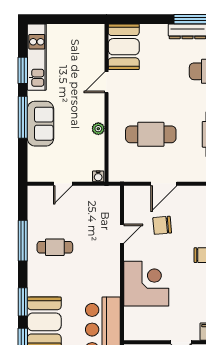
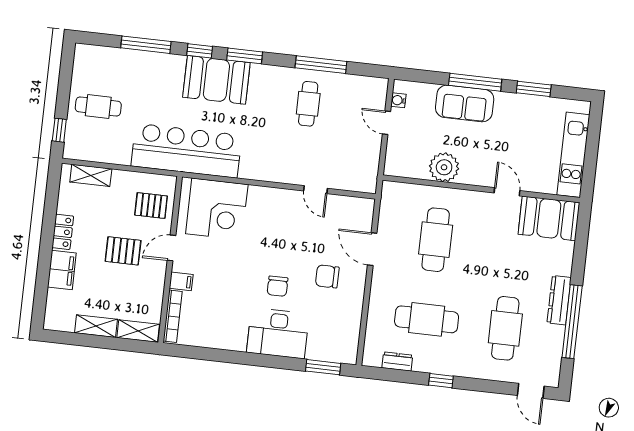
kitchen unit: (37, 57) -> (573, 155), moved, turned 90
plant: (98, 129) -> (444, 167), width x1.88, depth x1.88
water cooler: (98, 176) -> (398, 100), moved
chair: (162, 225) -> (327, 276), moved, turned -85
corner desk: (146, 284) -> (217, 209), moved

